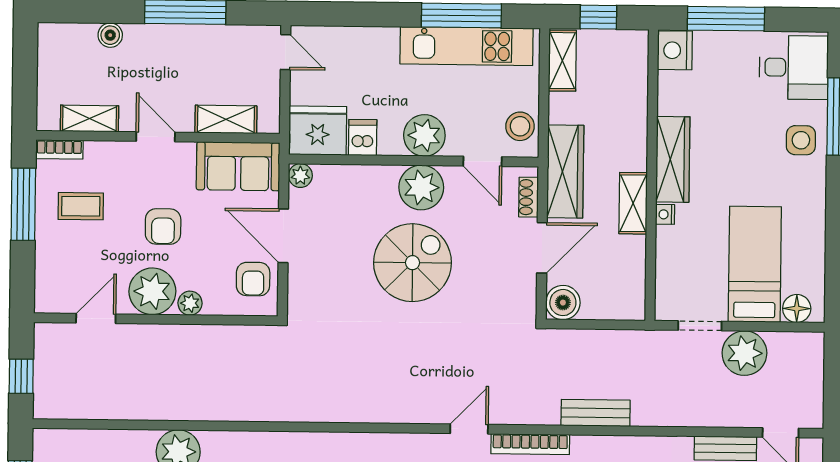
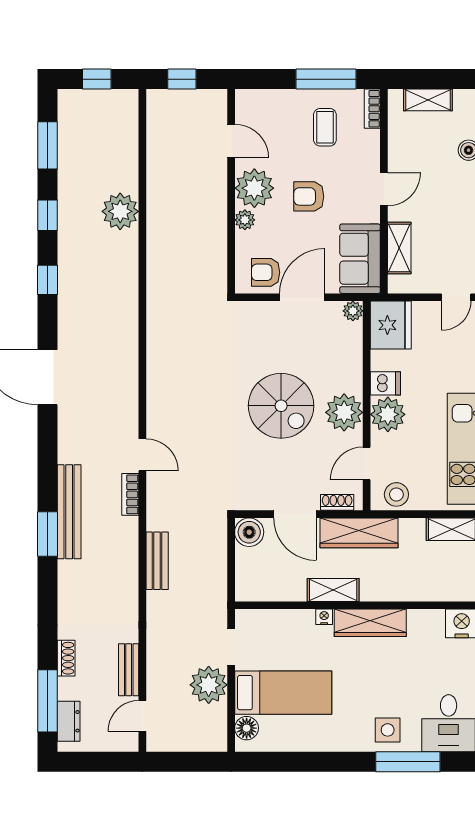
shelving: (89, 119) -> (428, 100), moved, turned 90
dishwasher: (363, 138) -> (385, 383), moved
bookcase: (530, 444) -> (130, 494), width x0.64

